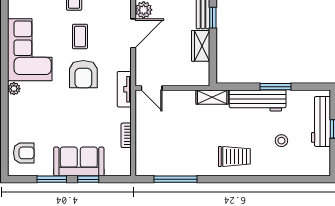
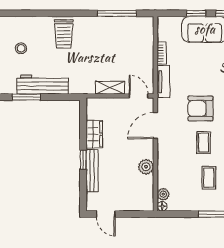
door: (133, 33) -> (155, 126), moved
armchair: (83, 74) -> (200, 108), turned -90
tv unit: (124, 89) -> (163, 82), moved
shelving: (212, 97) -> (110, 88), moved
trolley: (234, 156) -> (64, 34), turned -90

